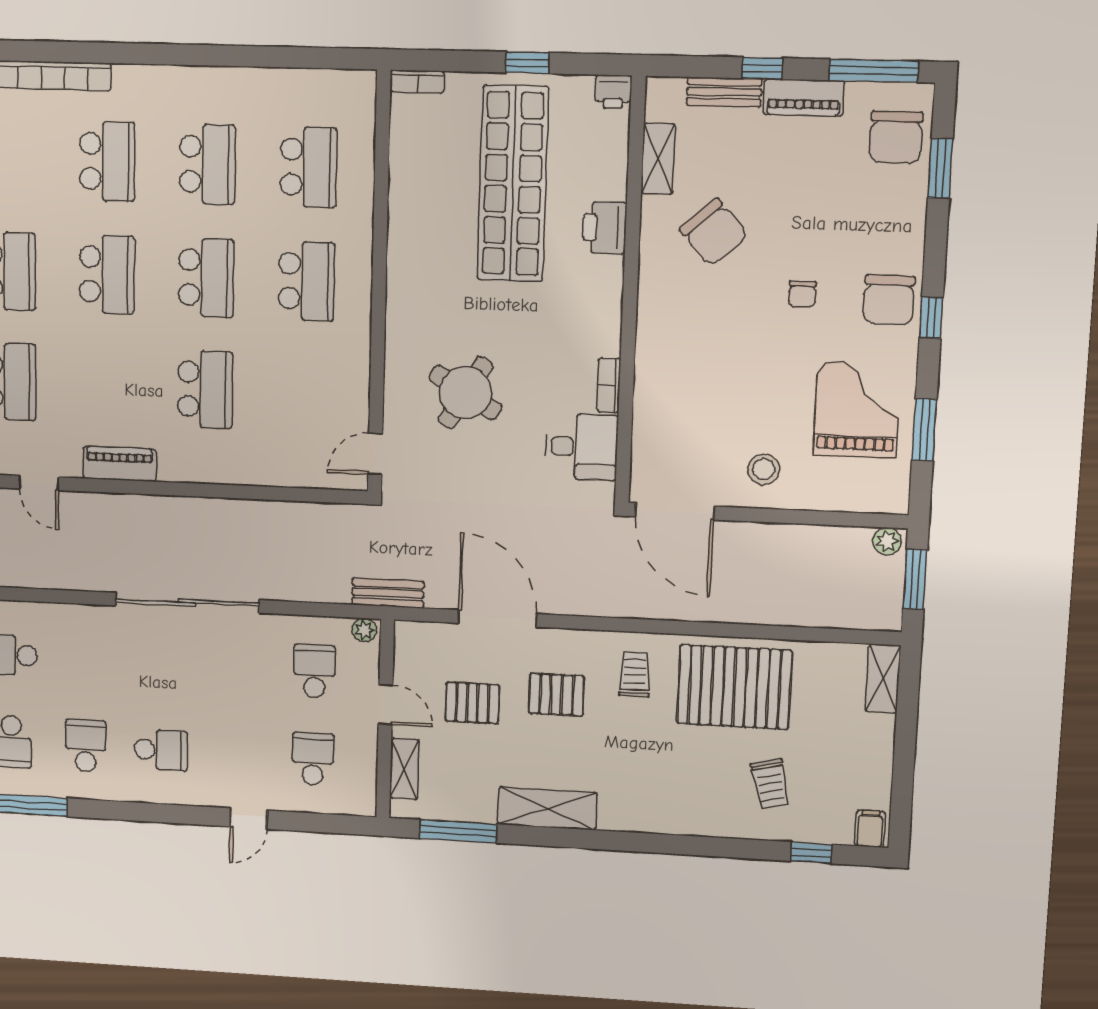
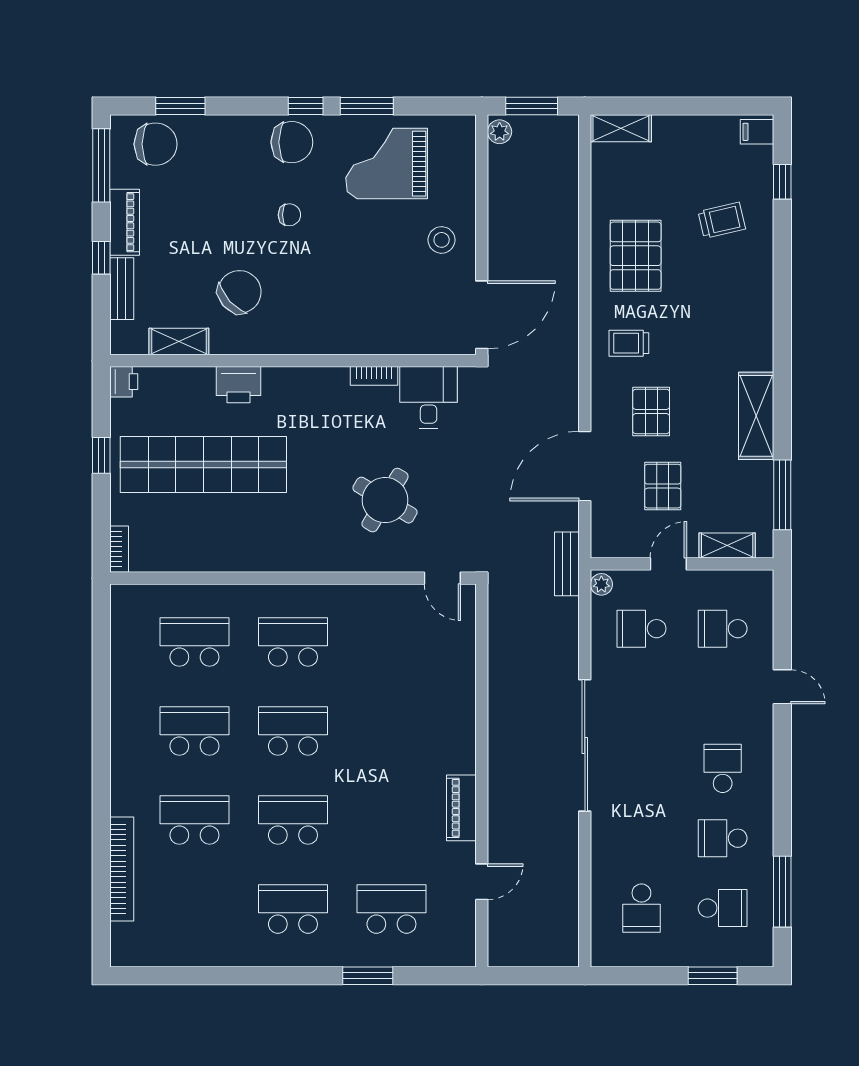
school desk: (205, 389) -> (391, 731), removed
window: (924, 430) -> (367, 106), moved
pallet: (734, 687) -> (636, 256), width x0.73, depth x0.71

